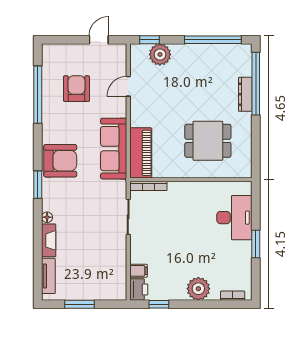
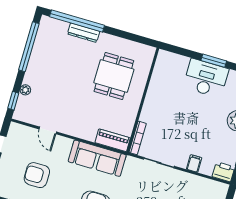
plant: (160, 54) -> (25, 90), width x0.53, depth x0.53
piano: (141, 153) -> (113, 140), width x0.73, depth x0.75
desk: (234, 218) -> (206, 78), moved
filing cabinet: (138, 271) -> (194, 163), moved

